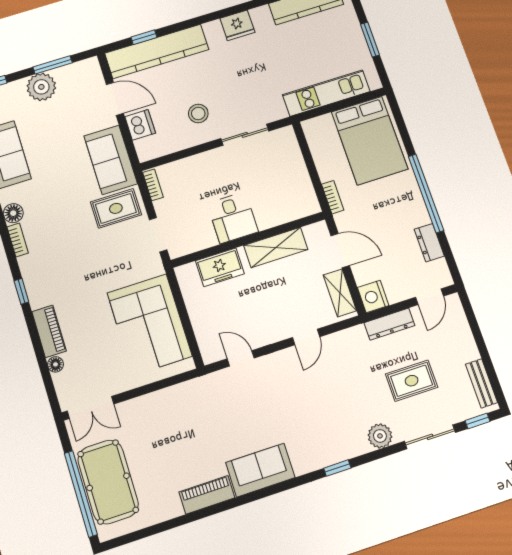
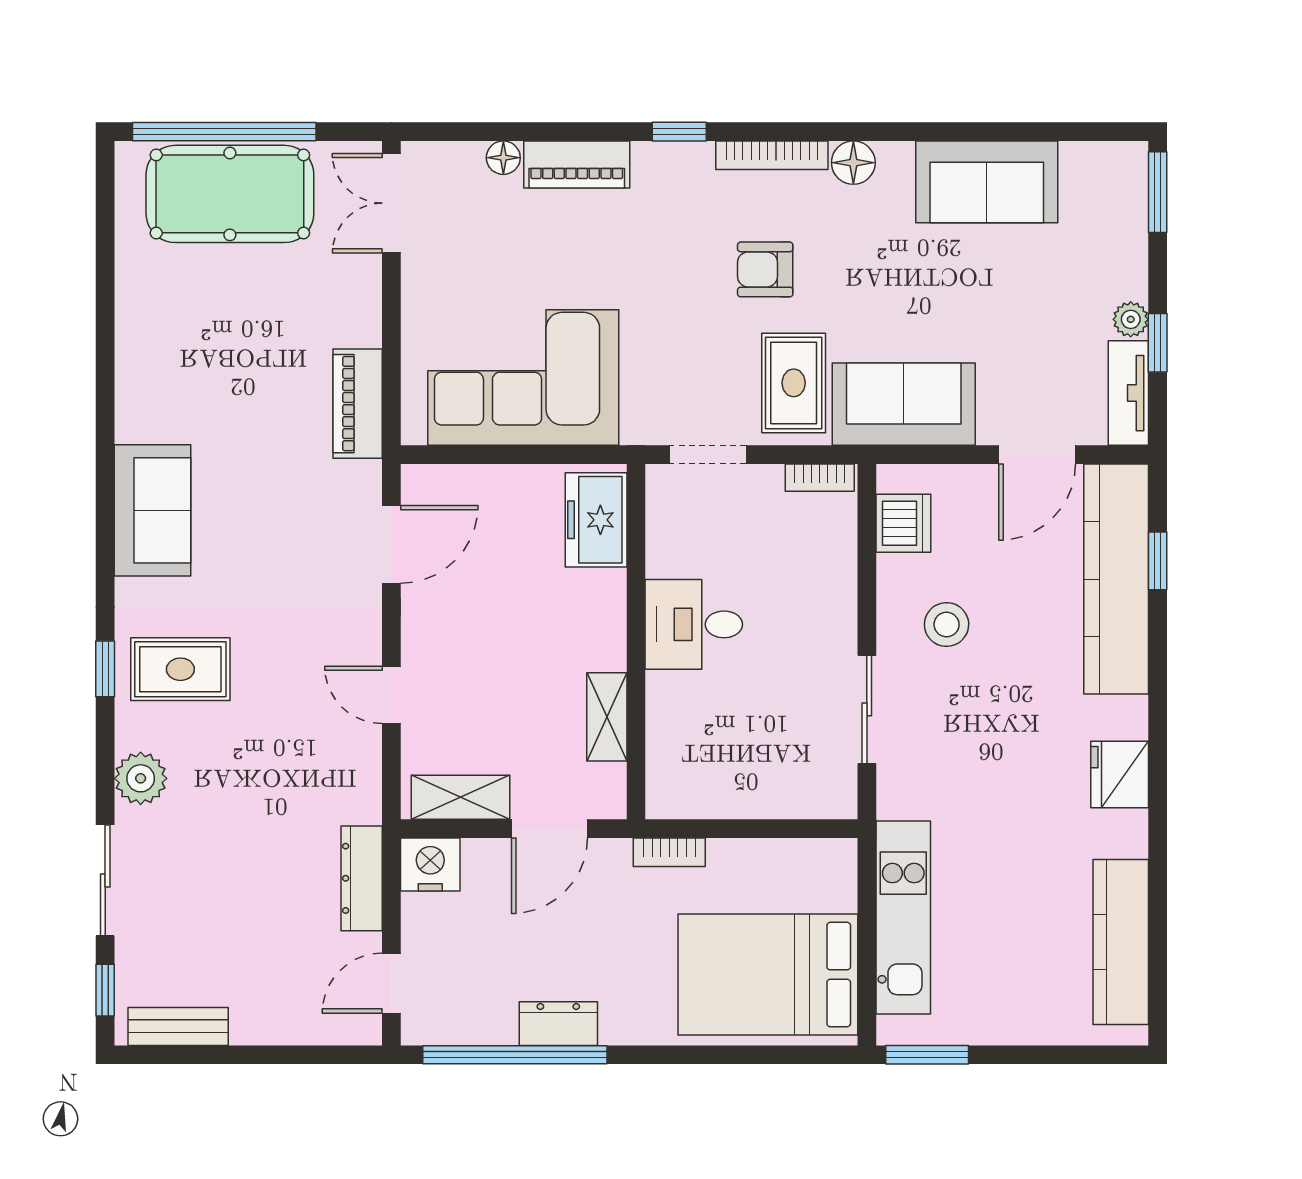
window: (370, 40) -> (927, 1055), moved
window: (53, 65) -> (1158, 343), width x0.67
tv unit: (77, 70) -> (1128, 393), added
plant: (41, 87) -> (1131, 319), width x0.53, depth x0.53
dishwasher: (140, 125) -> (903, 523), moved, turned -90
window: (426, 193) -> (515, 1055), moved
armchair: (71, 236) -> (765, 269), added
bookcase: (18, 240) -> (772, 155), width x1.56
dresser: (429, 243) -> (558, 1024), moved
shelving: (276, 247) -> (607, 717), width x0.67, depth x0.75
freezer: (220, 267) -> (596, 520), moved
door: (430, 297) -> (391, 983), hinge flipped
door: (241, 358) -> (391, 544), width x1.38
rug: (412, 381) -> (180, 669), moved, turned 90
piano: (207, 495) -> (358, 404), moved, turned 180

